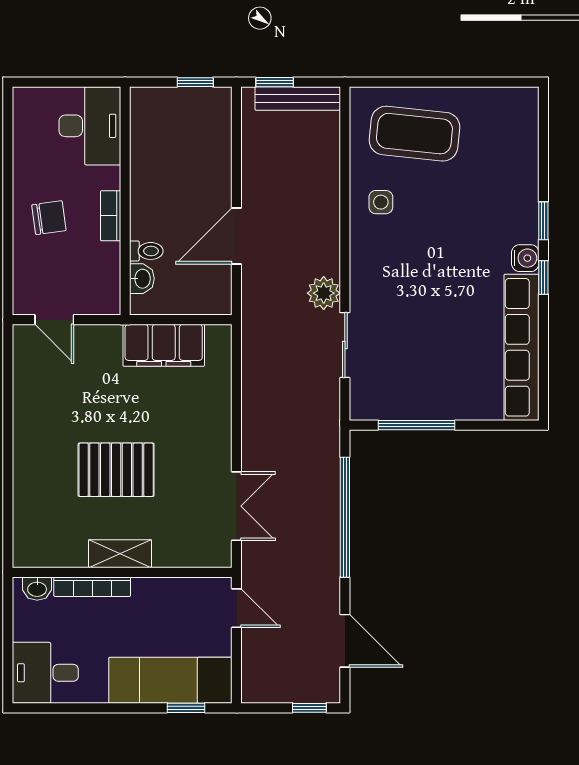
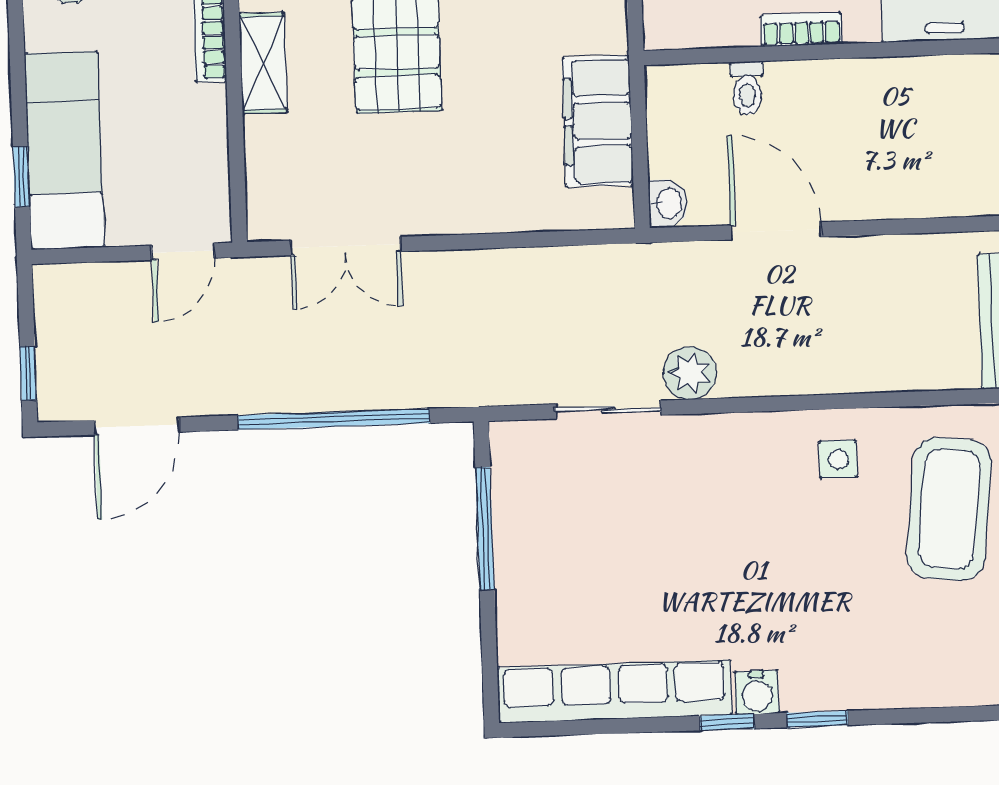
washbasin: (142, 279) -> (668, 204), moved, turned -90

